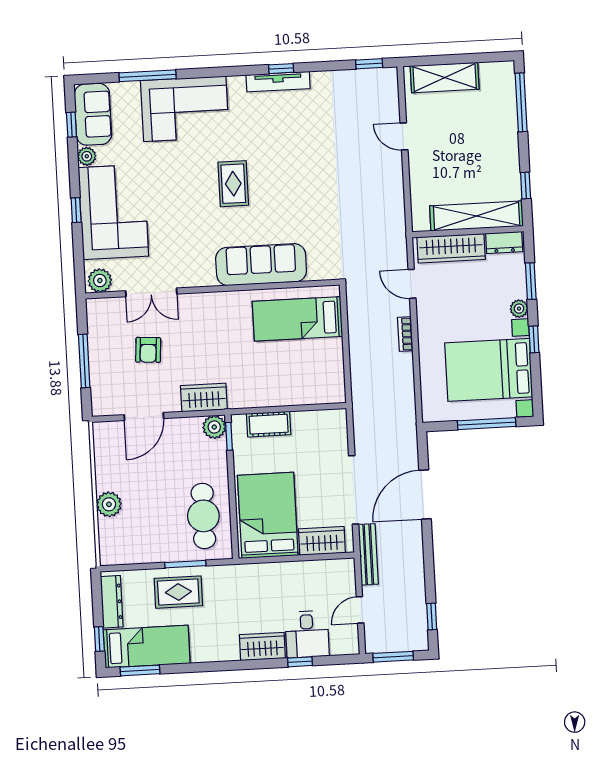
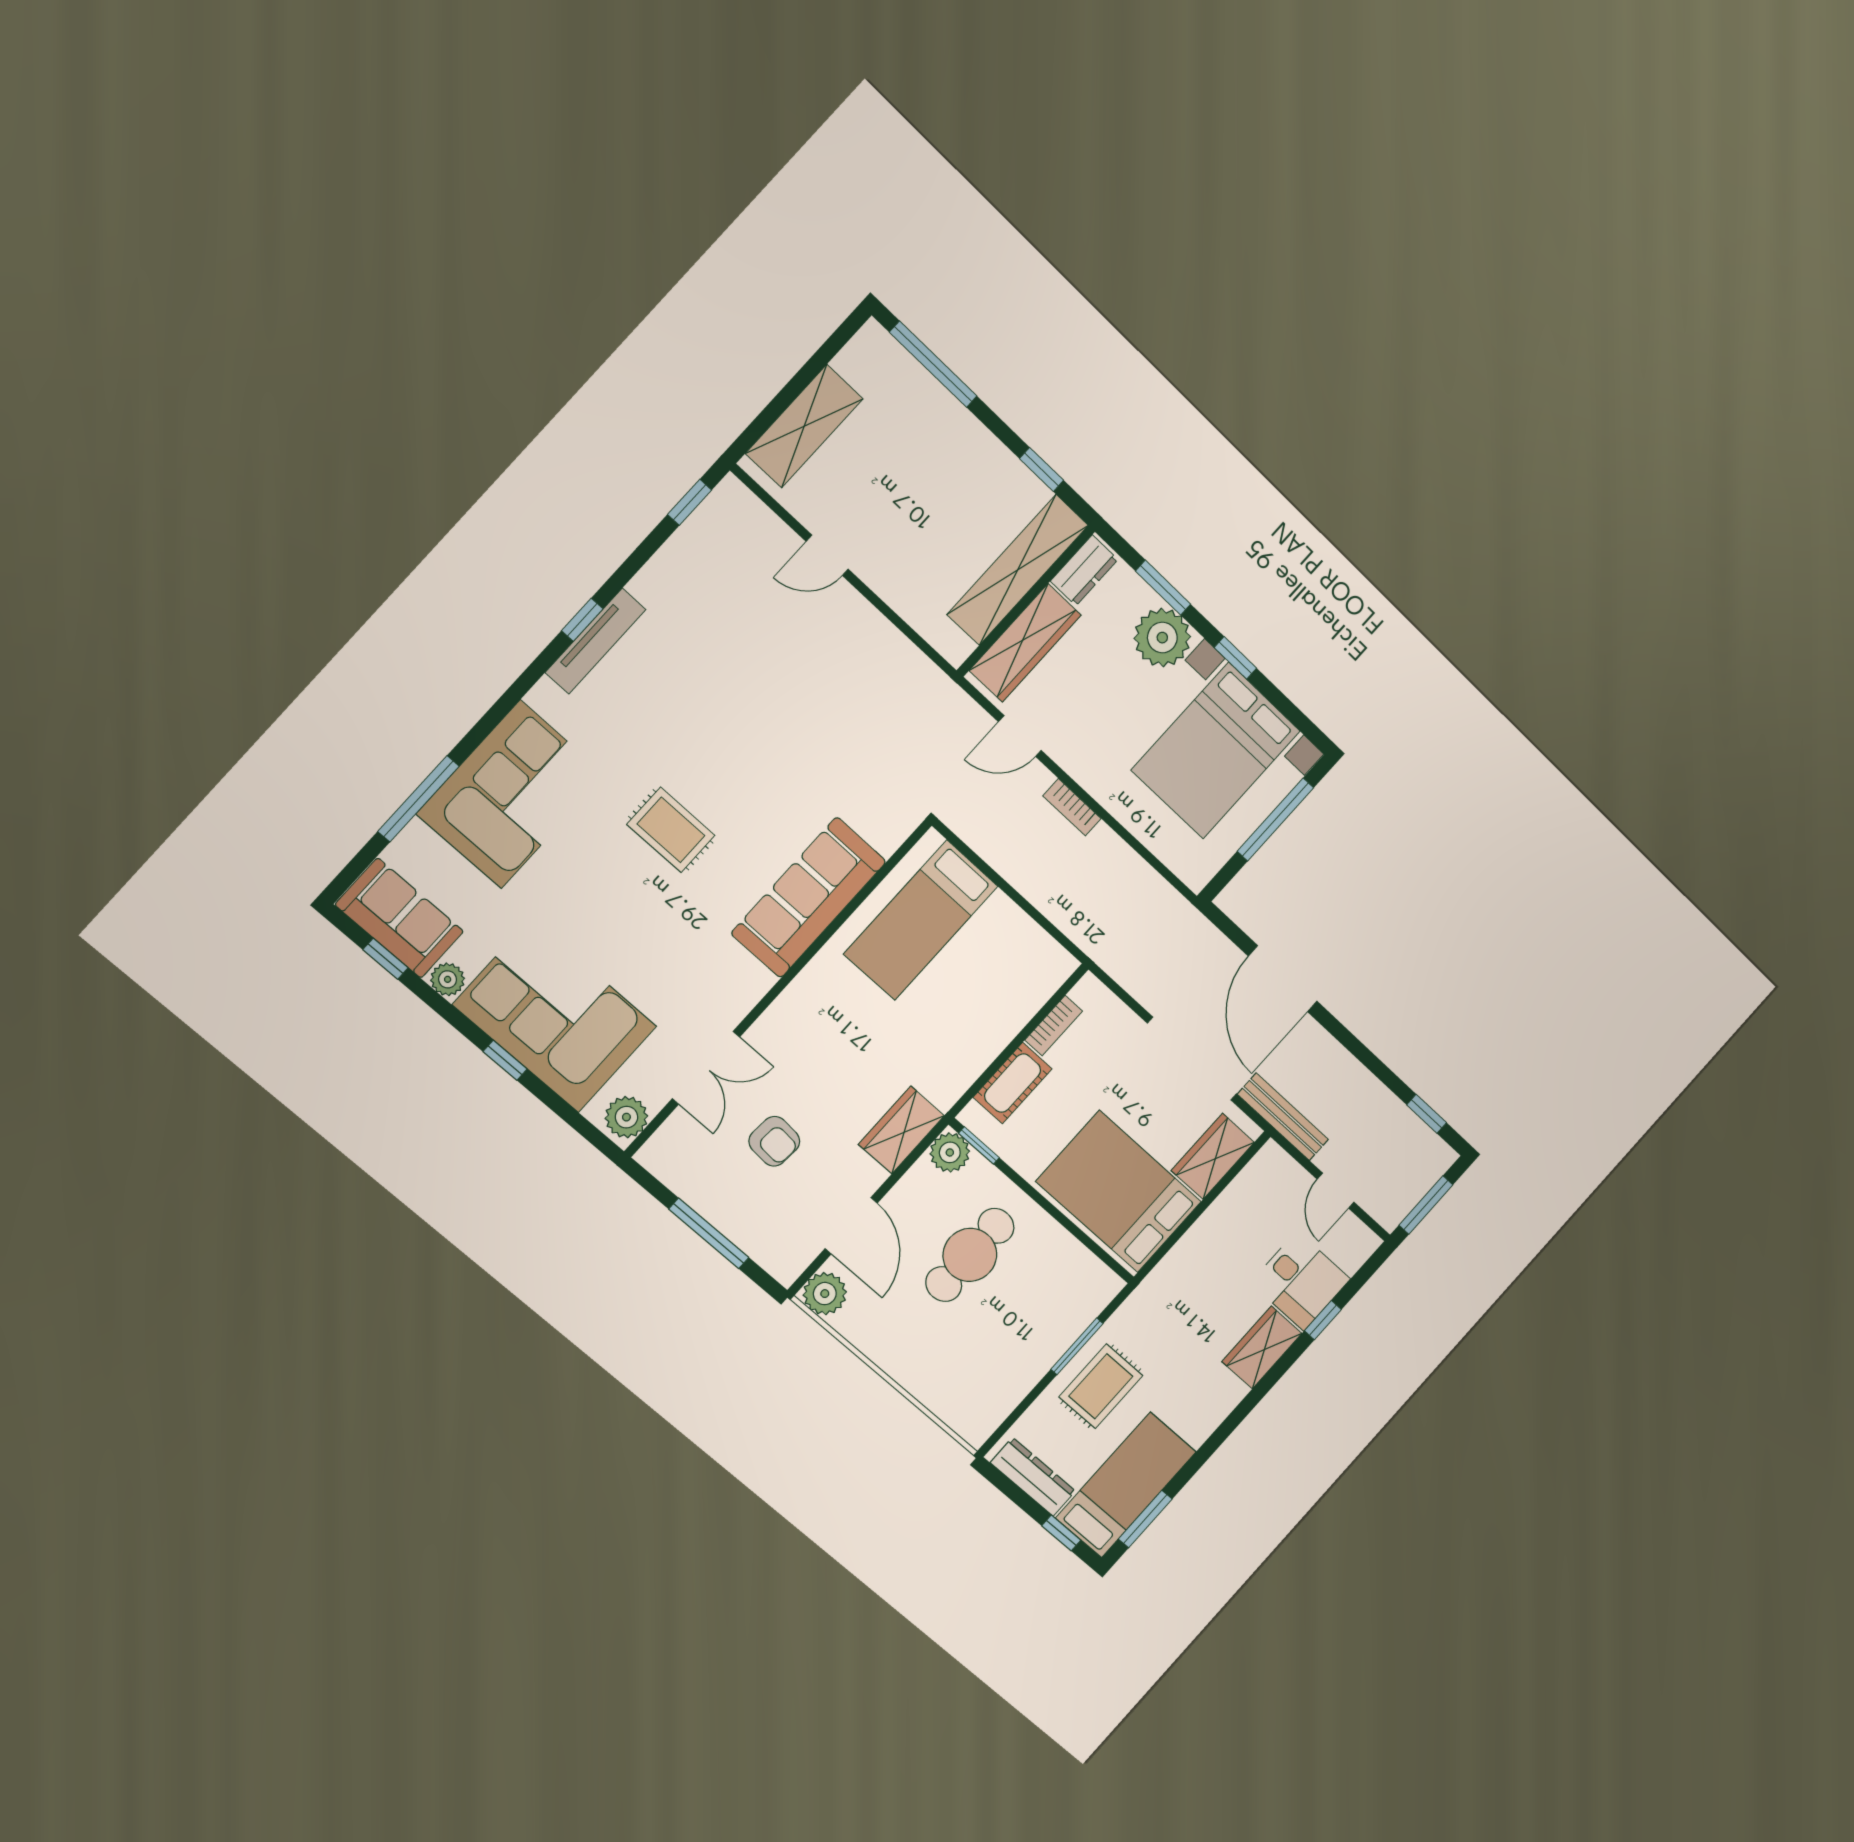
plant: (519, 309) -> (1162, 638), width x1.87, depth x1.87
bookcase: (309, 417) -> (1054, 1026), added
plant: (109, 504) -> (825, 1294), moved
cafe table: (203, 516) -> (970, 1255), moved, turned 90

